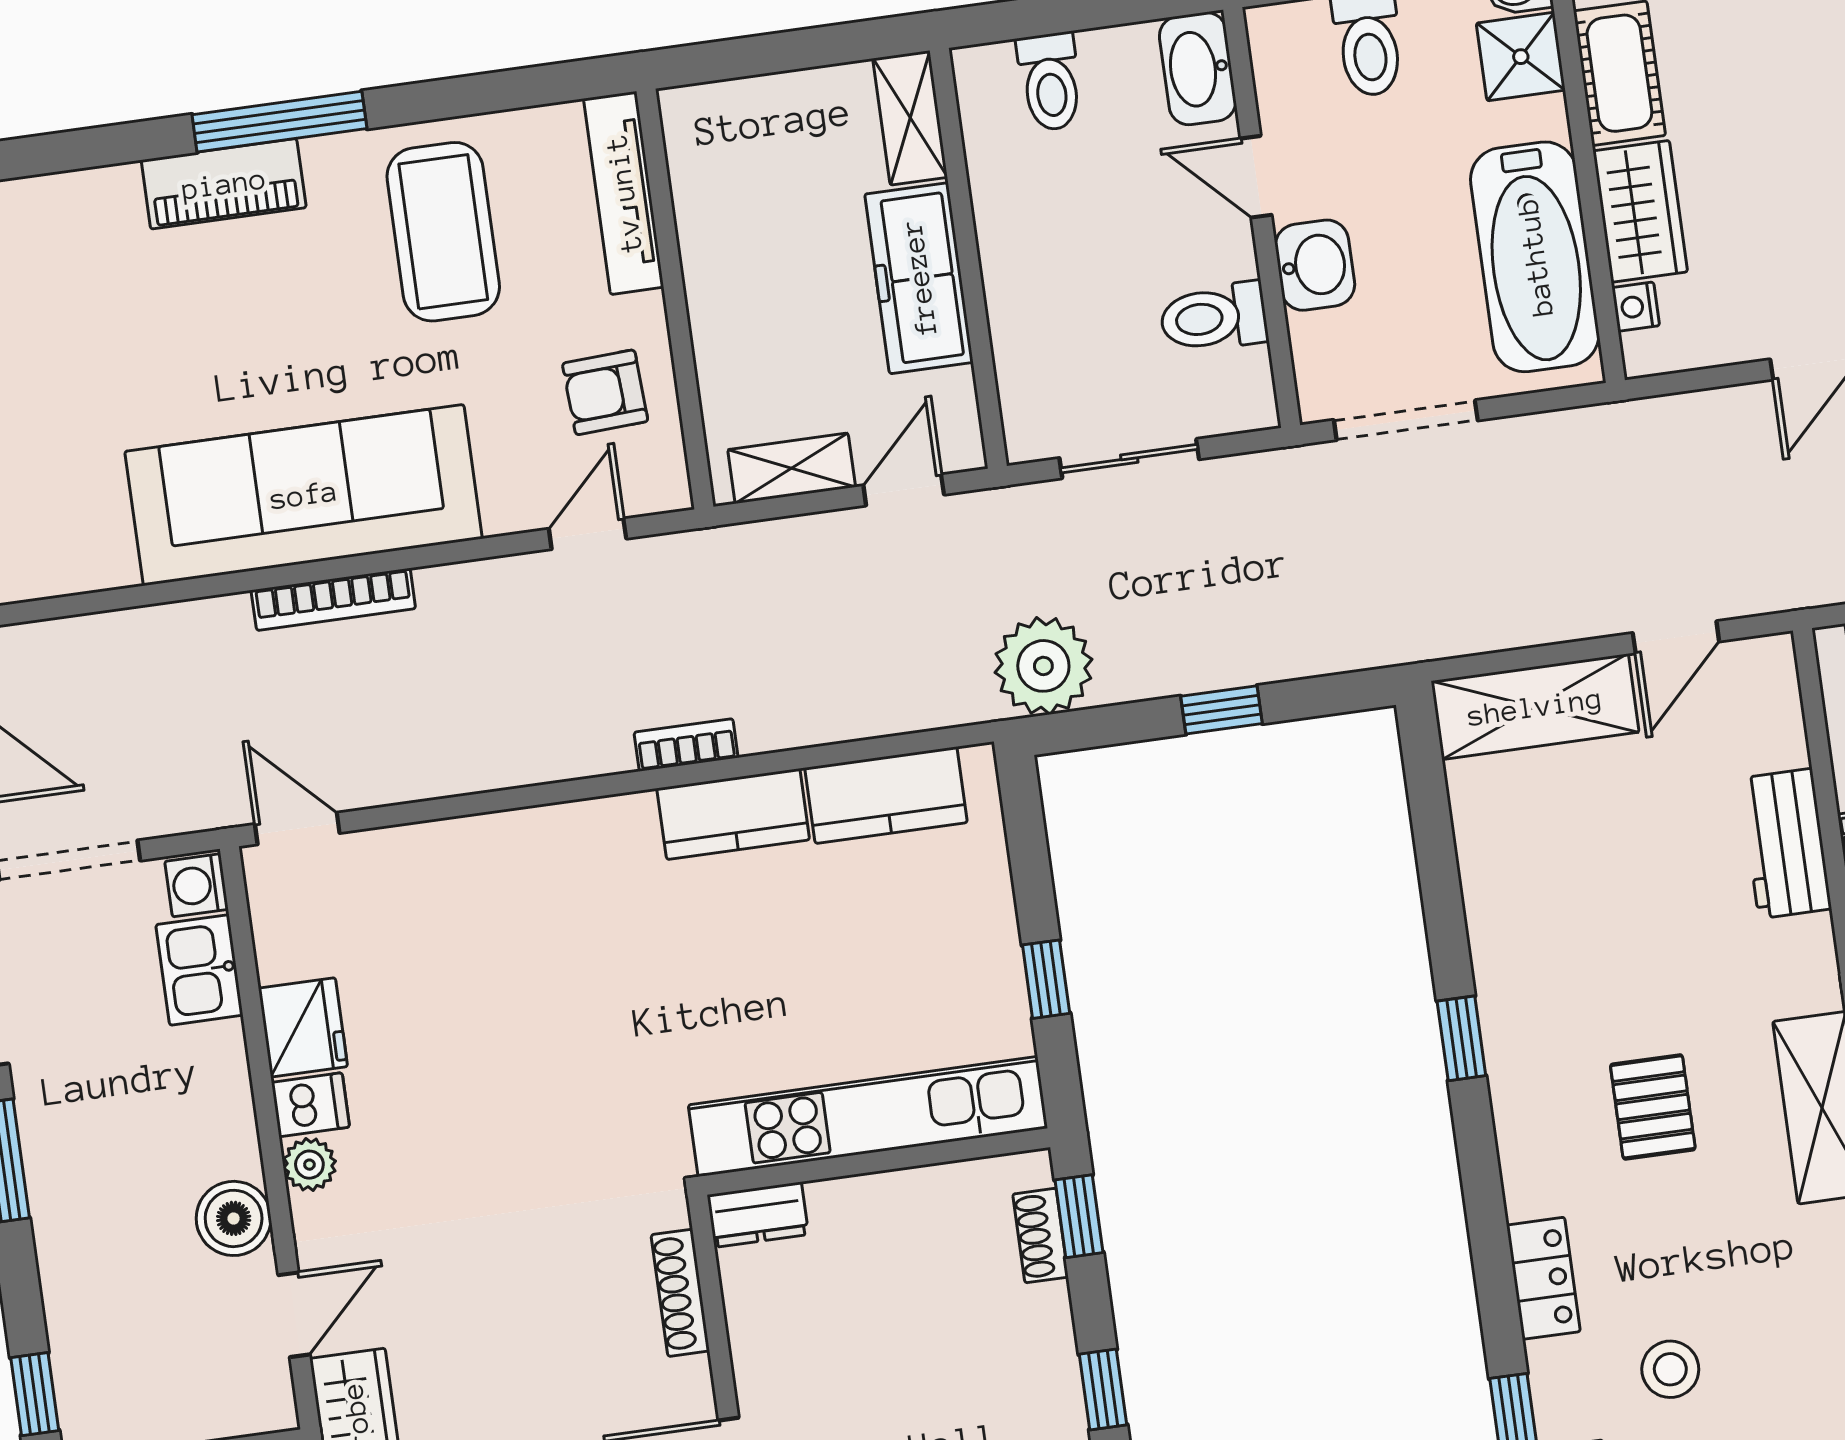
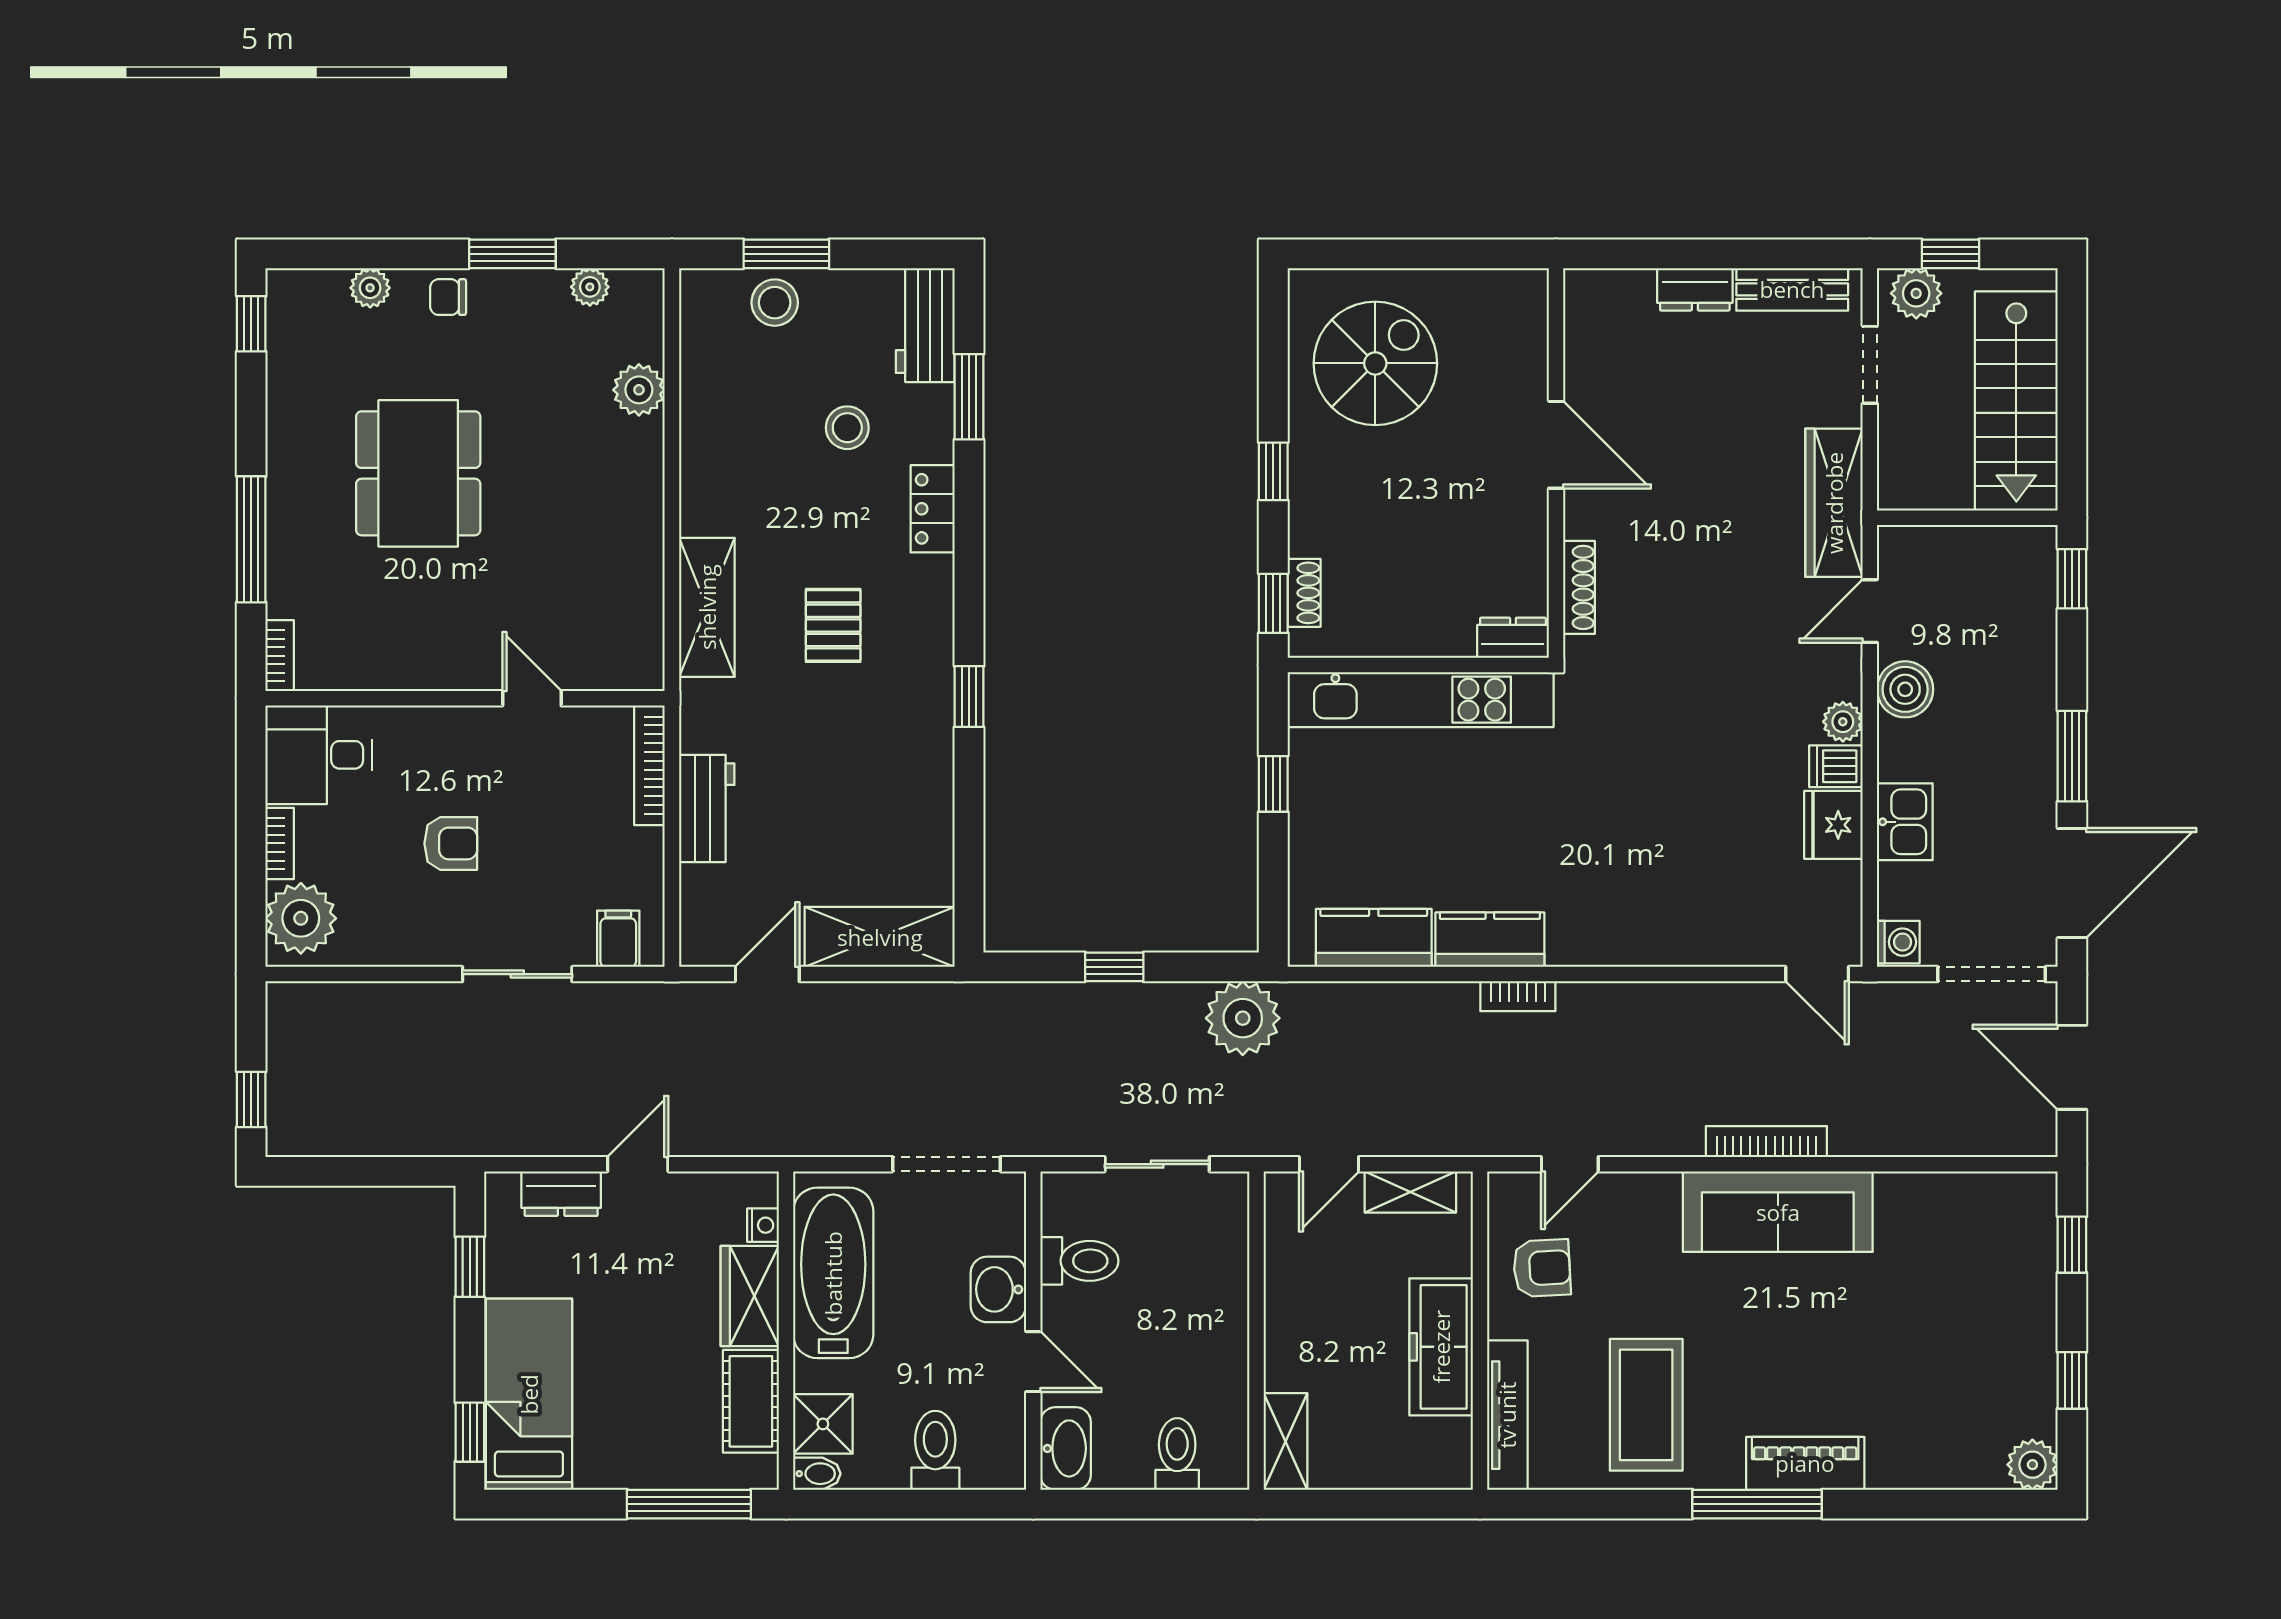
freezer: (919, 278) -> (1441, 1347), moved, turned 180
sofa: (304, 495) -> (1778, 1212), width x0.74, depth x0.79
kitchen sink: (199, 970) -> (1905, 822), moved

